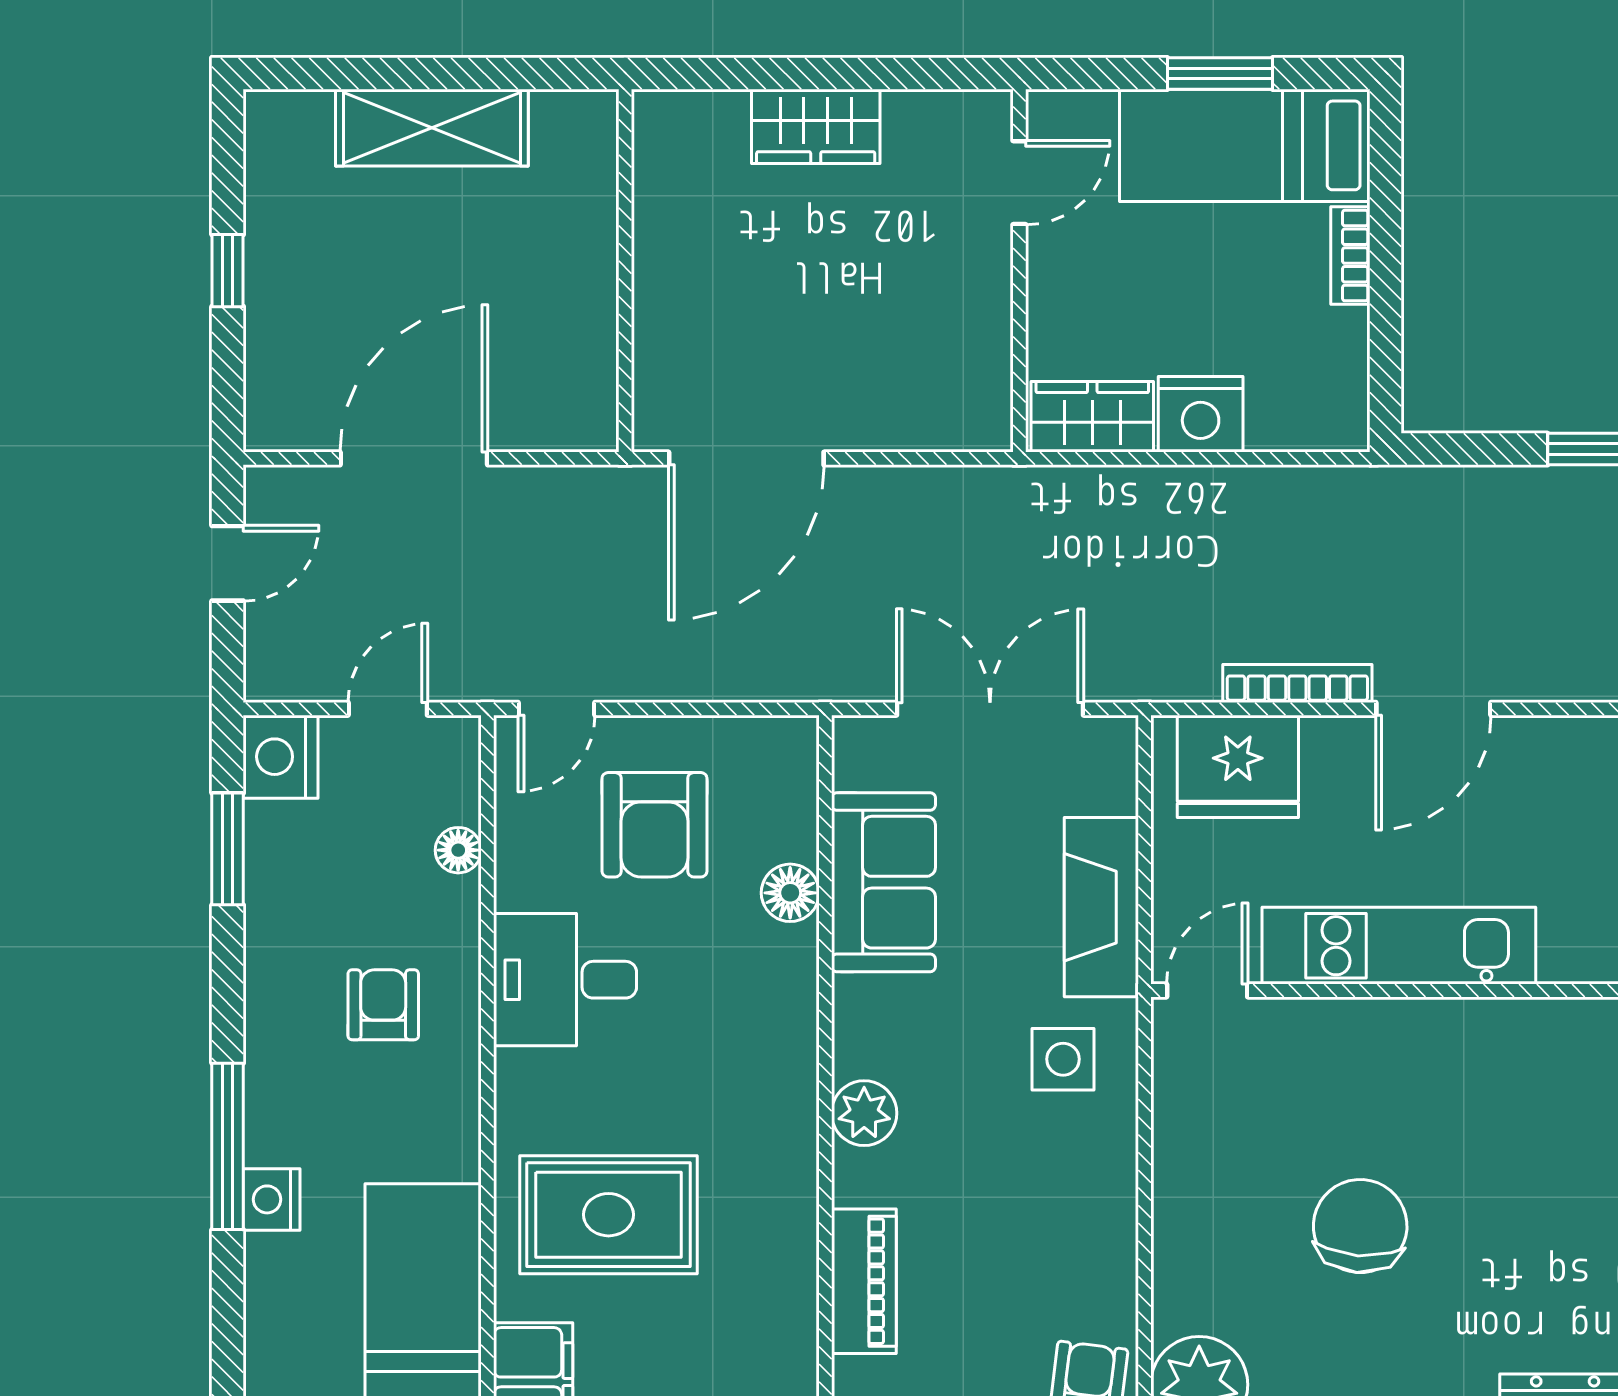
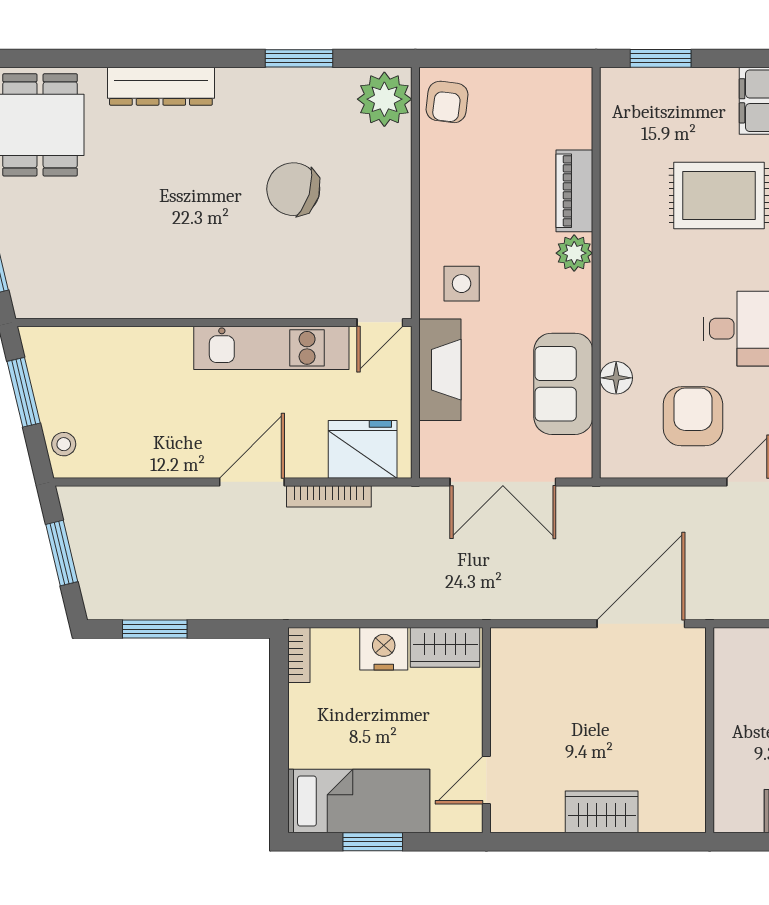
bookcase: (1350, 256) -> (299, 655), moved
chair: (1360, 1226) -> (293, 189), turned 103
piano: (864, 1281) -> (574, 191), moved

